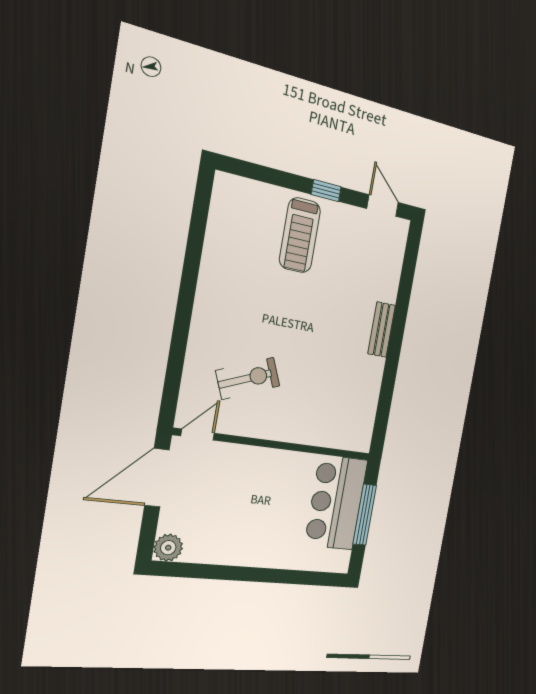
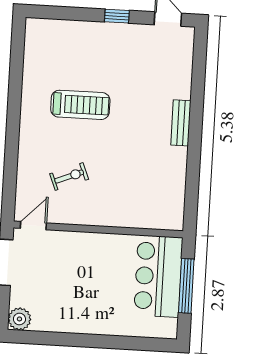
treadmill: (300, 235) -> (80, 105), moved, turned -90
exercise bike: (248, 378) -> (69, 176), width x0.73, depth x0.72

